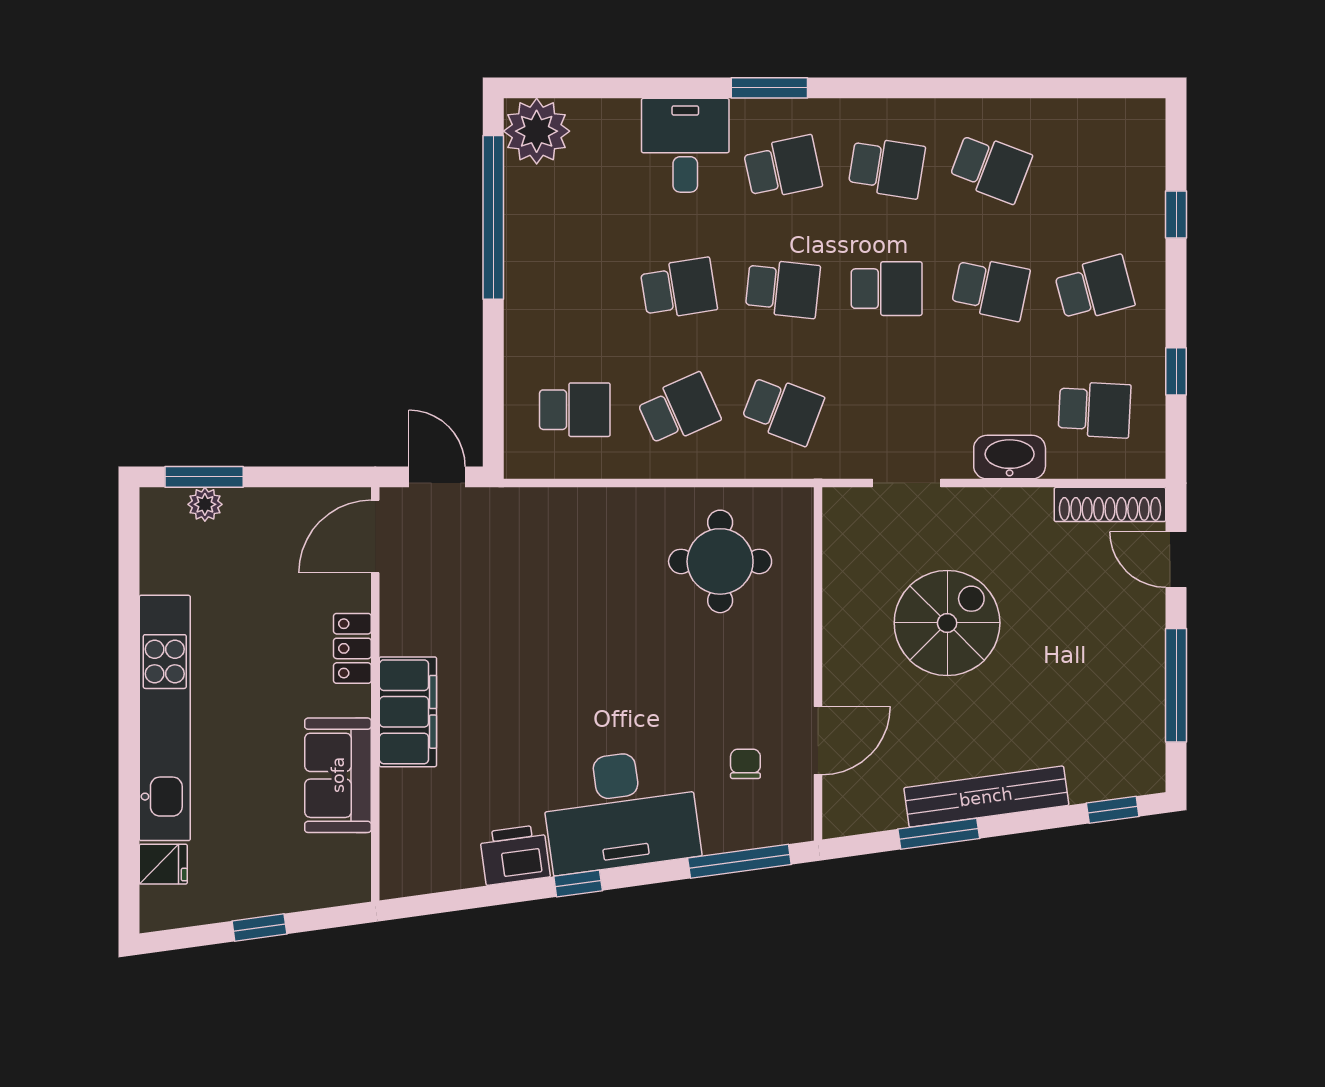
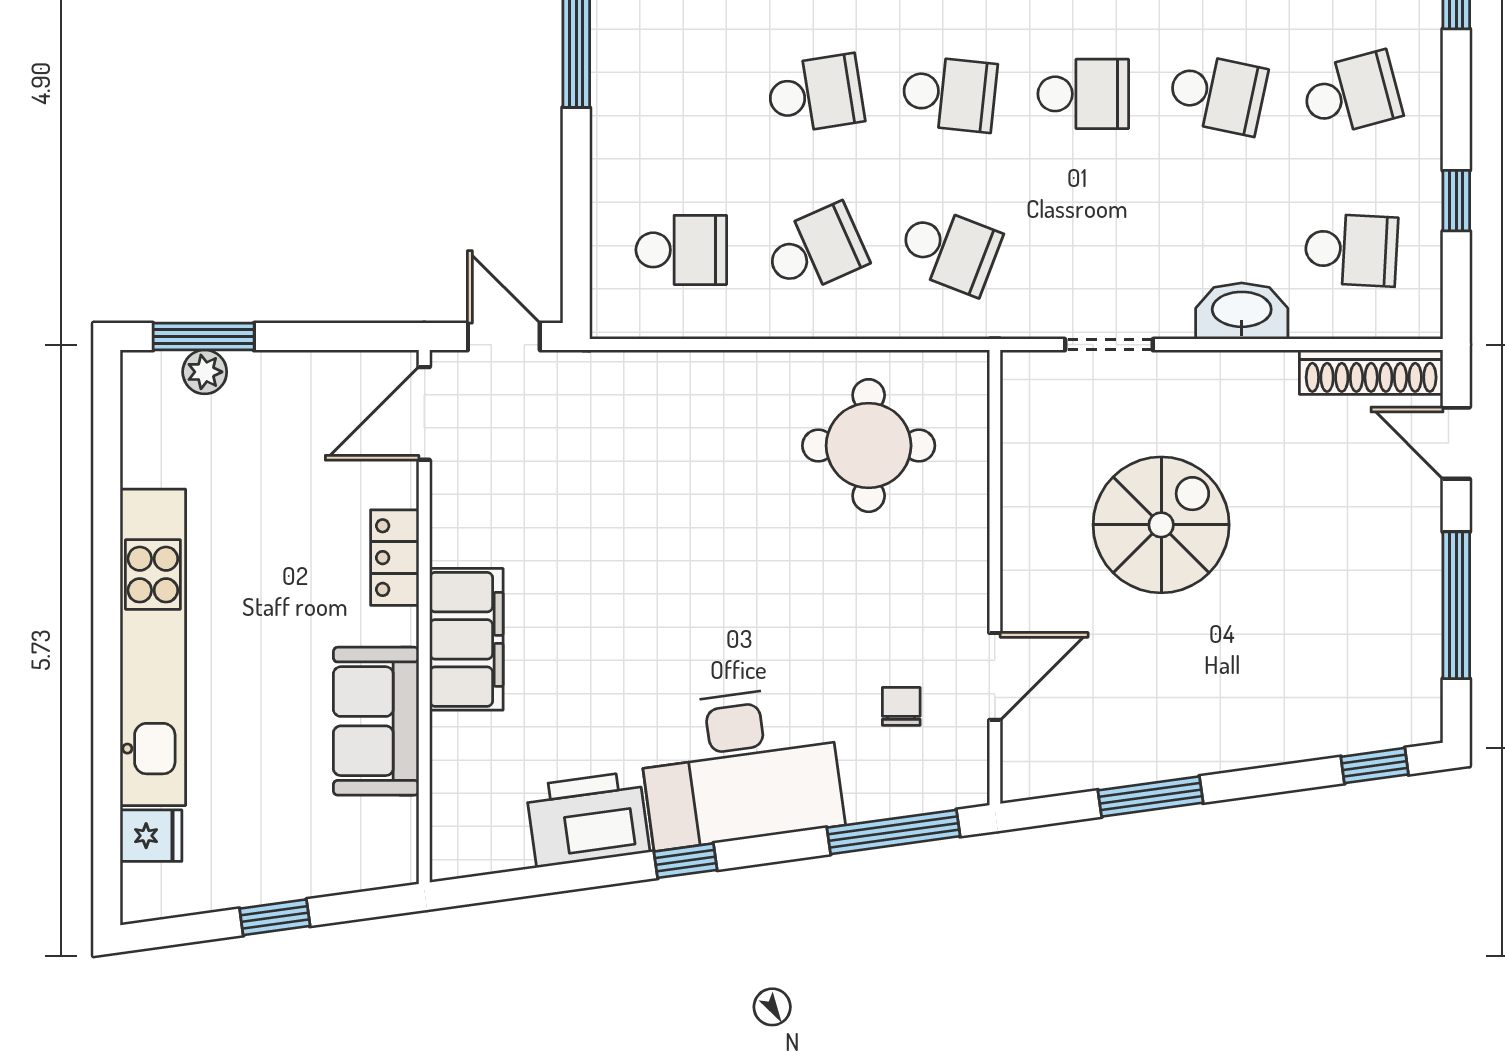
bench: (986, 797) -> (1212, 749), removed
printer: (515, 855) -> (588, 819), width x1.37, depth x1.19

